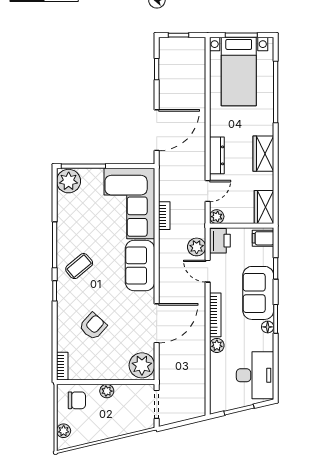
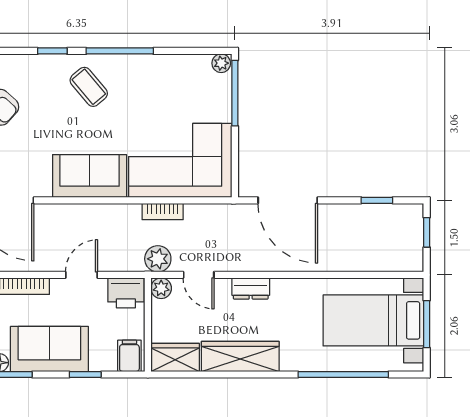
wardrobe: (263, 154) -> (240, 356), width x1.50
dresser: (217, 155) -> (251, 289), width x0.70
plant: (69, 181) -> (221, 63), width x0.53, depth x0.53
plant: (197, 247) -> (158, 259), moved

